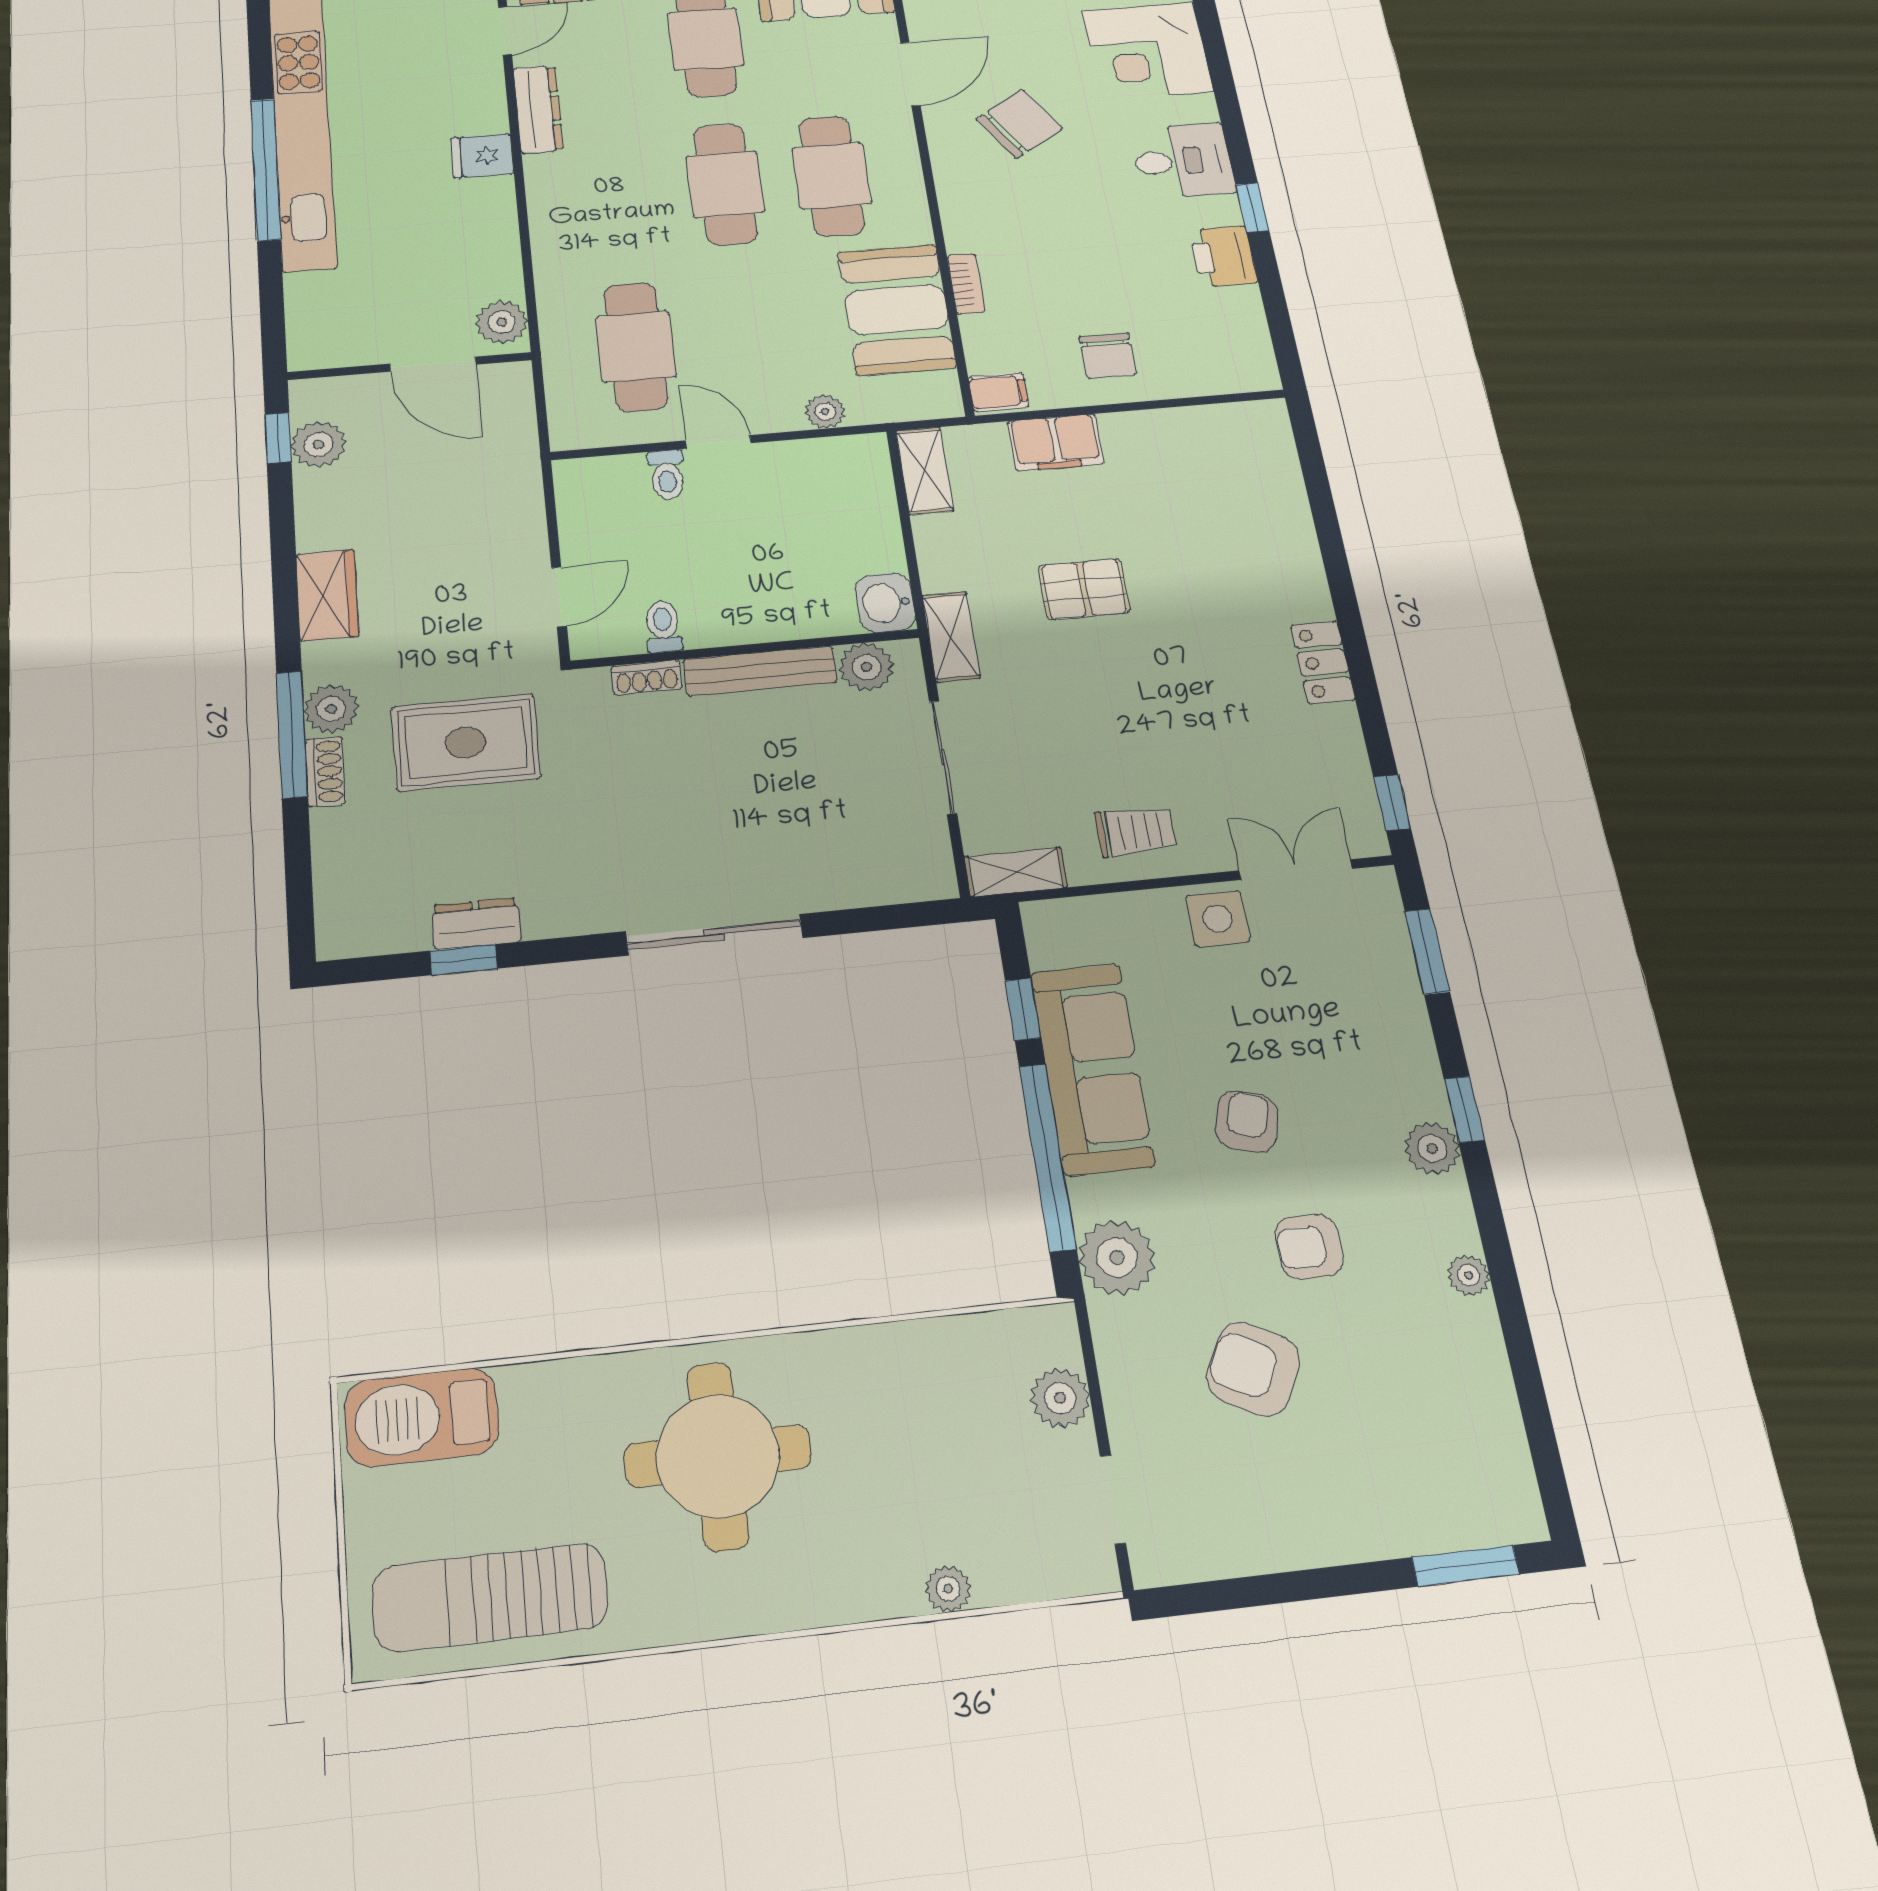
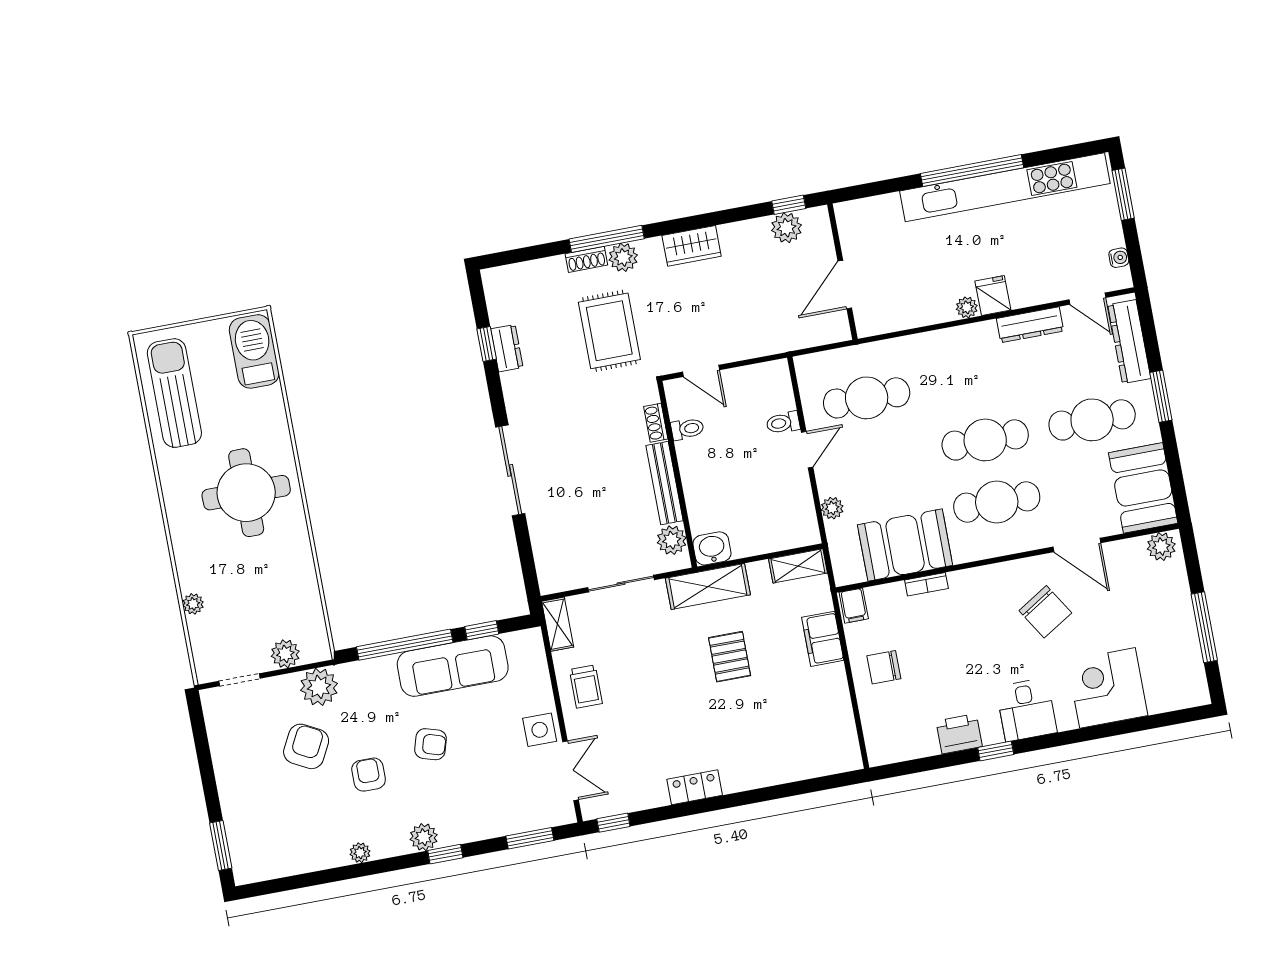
plant: (502, 322) -> (967, 307), moved, width x0.73, depth x0.73
shelving: (951, 637) -> (708, 586), width x1.50, depth x1.33
plant: (1117, 1257) -> (319, 687), moved

